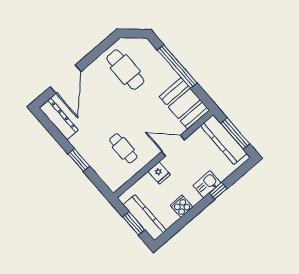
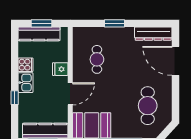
cafe table: (125, 70) -> (148, 106), turned 90
cafe table: (123, 148) -> (97, 59), turned 90
kitchen sink: (207, 184) -> (25, 83), moved

